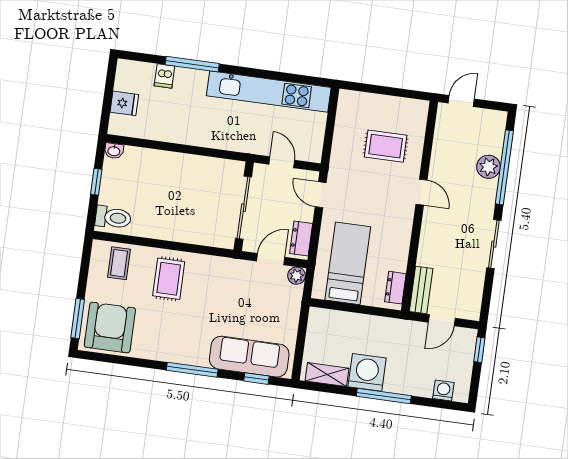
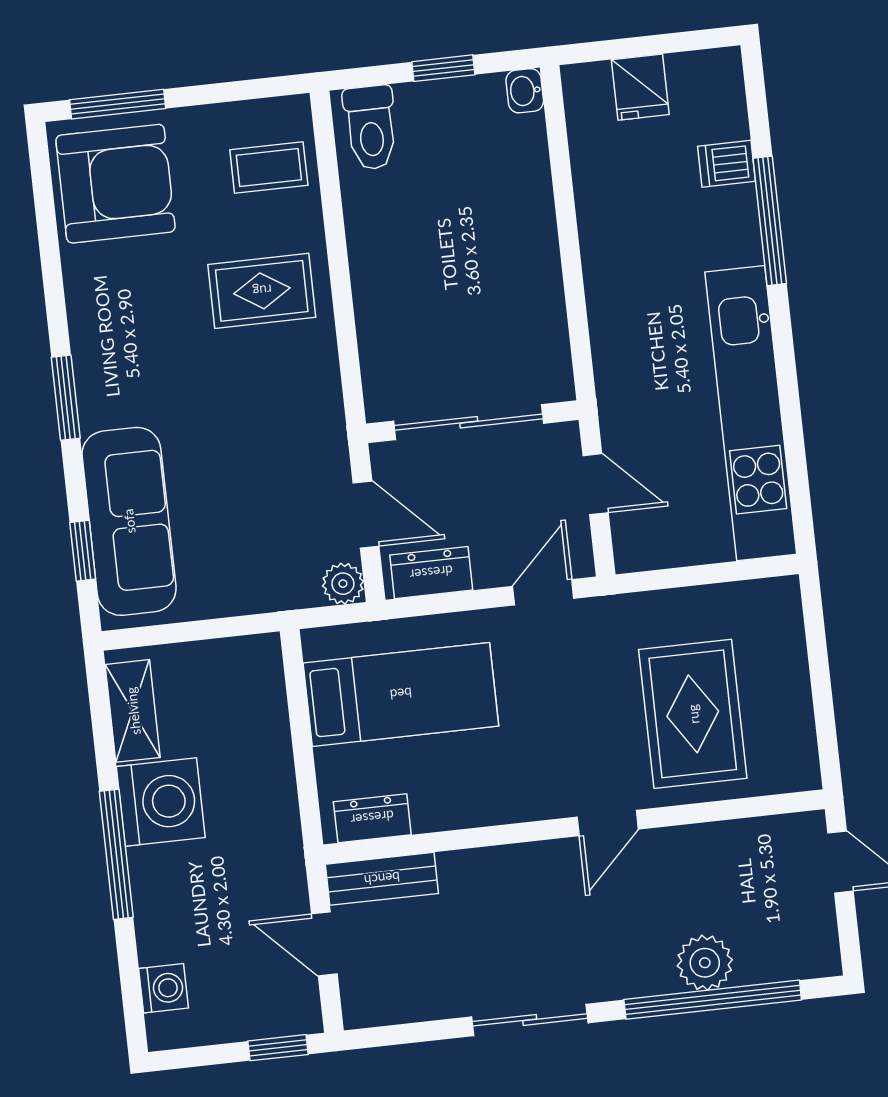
rug: (386, 146) -> (693, 714), width x1.36, depth x1.43
door: (282, 162) -> (596, 484), hinge flipped
window: (192, 370) -> (66, 398), width x0.69

